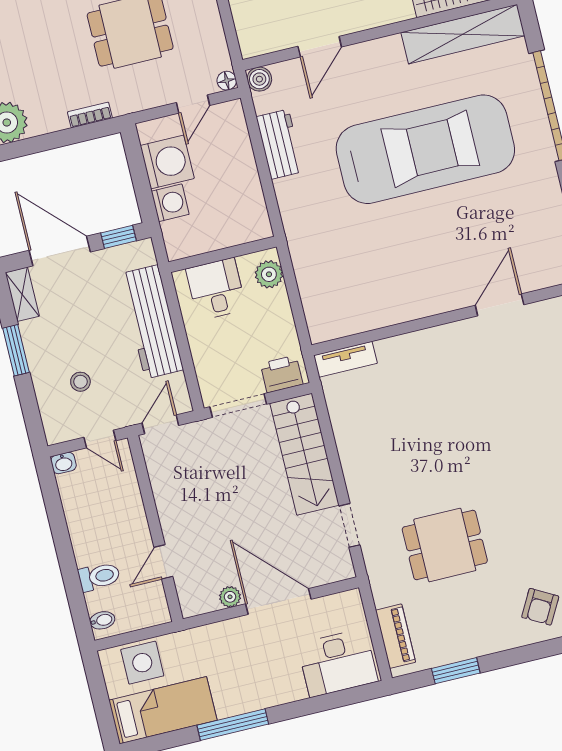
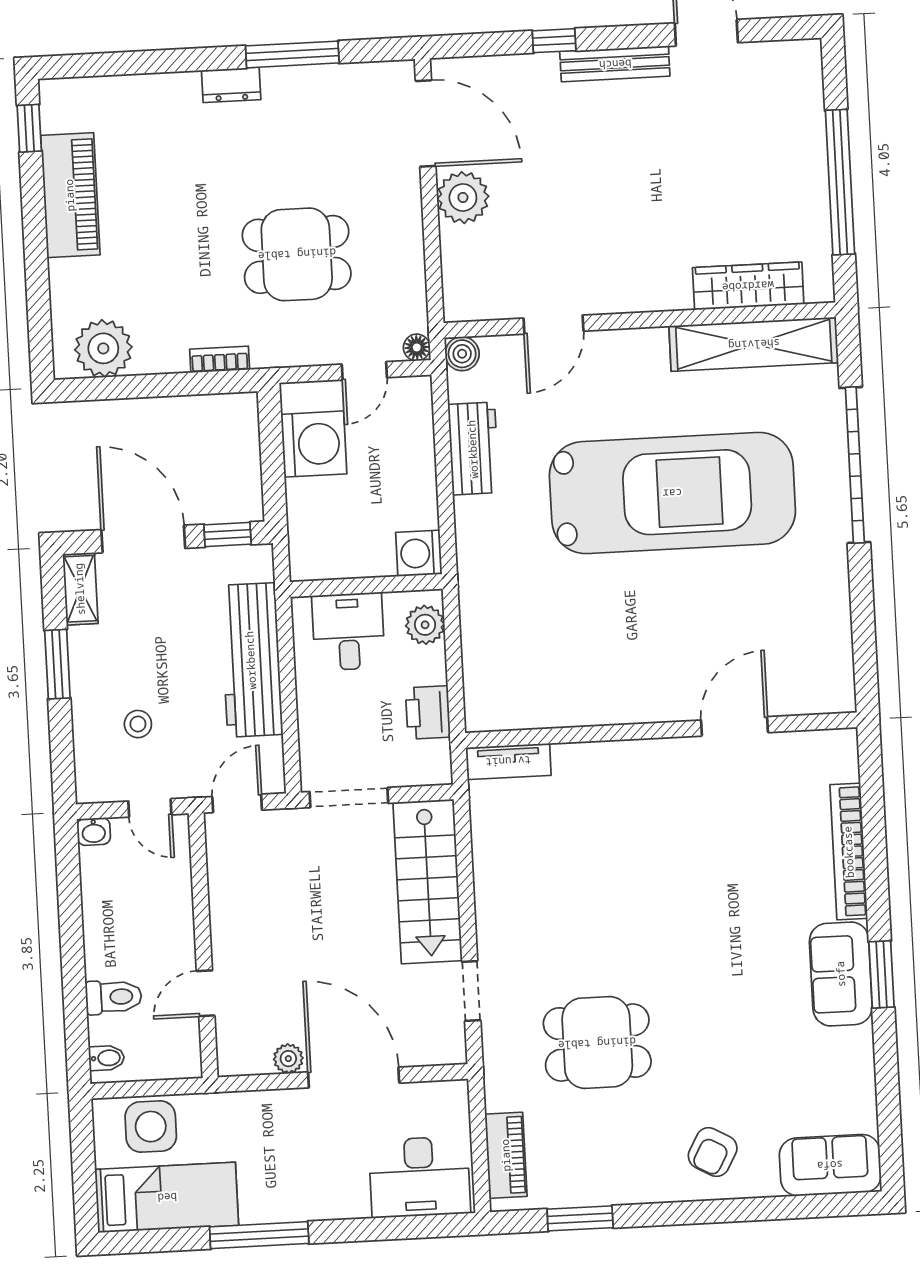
washing machine: (170, 203) -> (419, 553), moved, turned 180
printer: (282, 374) -> (428, 712), moved, turned -90

